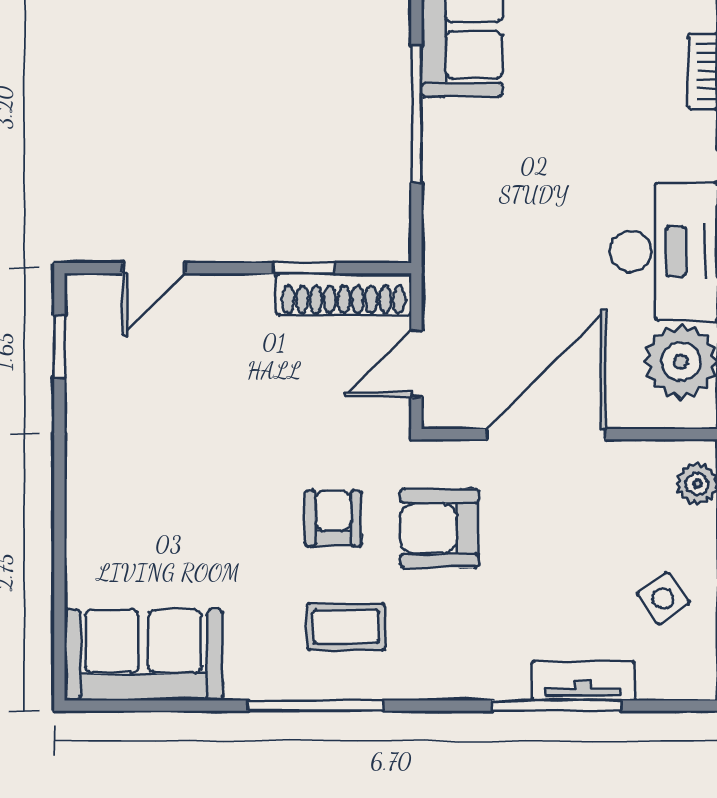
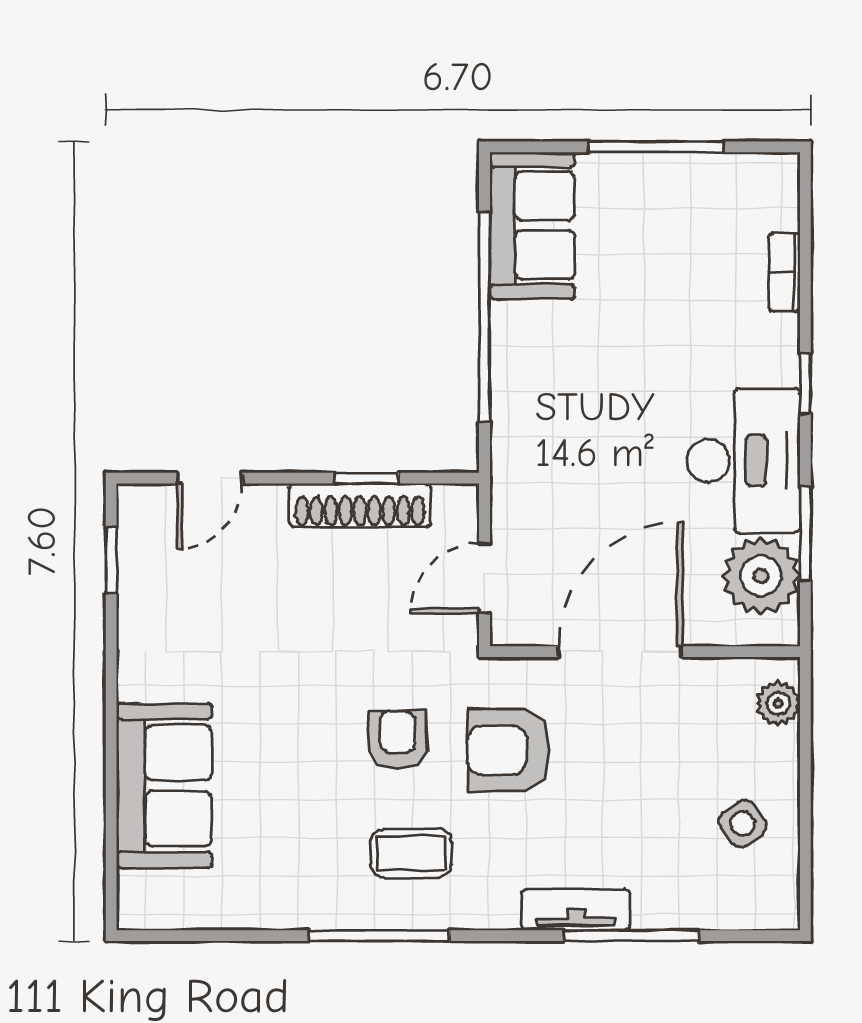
window: (416, 114) -> (484, 317), width x1.46
shoe rack: (344, 294) -> (360, 505), moved
sofa: (143, 655) -> (164, 786), moved, turned 90
tv unit: (583, 681) -> (576, 910), moved

